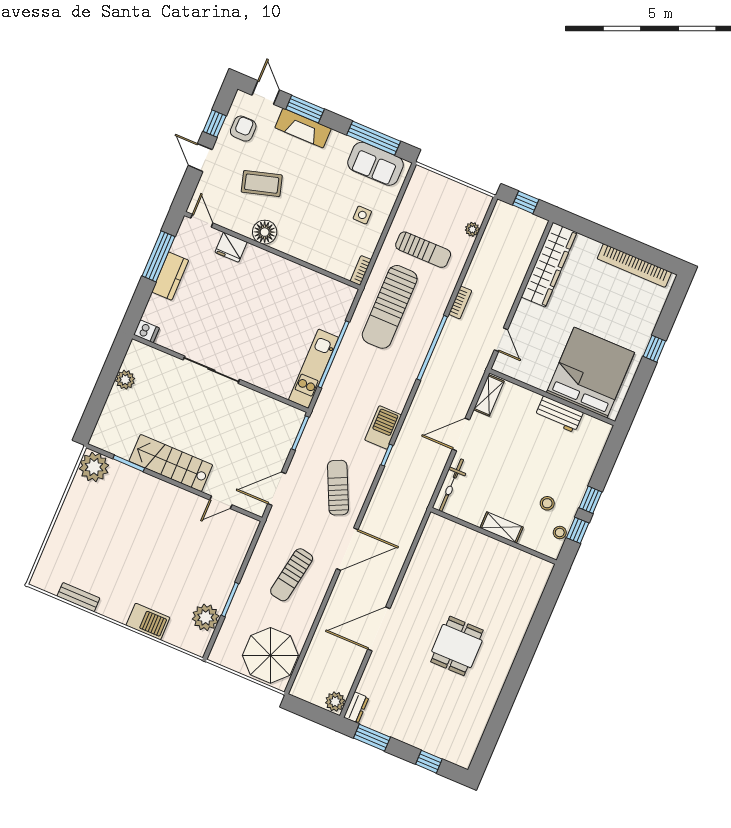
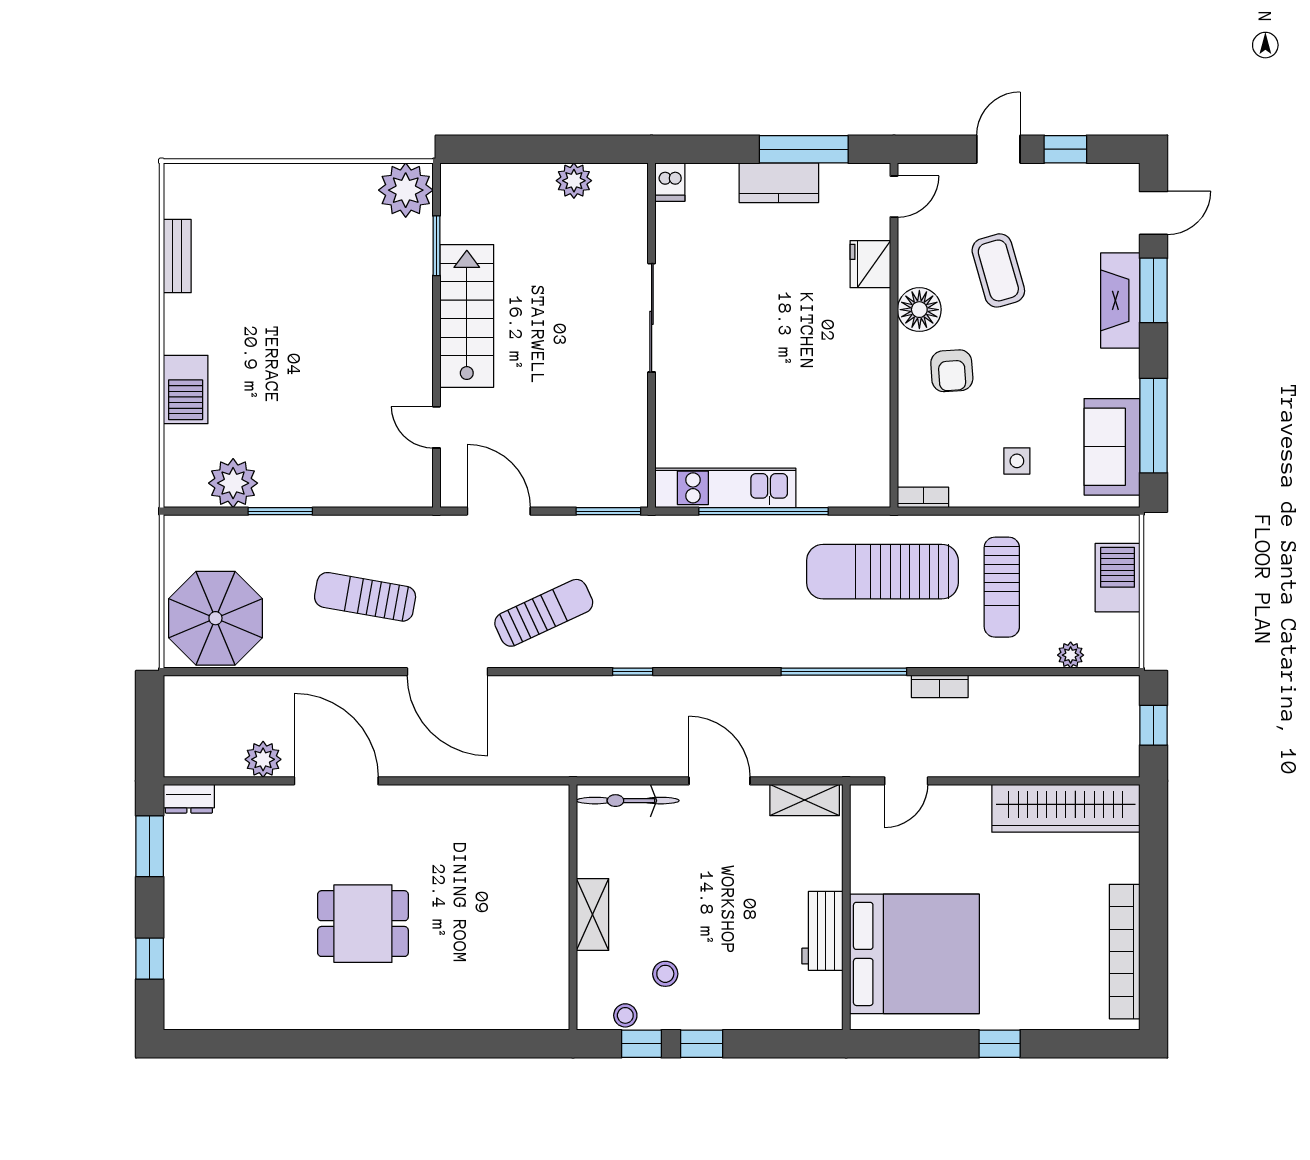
armchair: (243, 129) -> (952, 371), moved, turned 86
barbecue: (383, 427) -> (1118, 578), moved, turned -90
plant: (335, 702) -> (263, 759), moved

